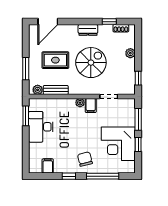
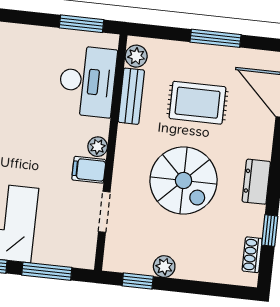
plant: (130, 53) -> (164, 267), moved
rug: (55, 60) -> (197, 103), turned 90
window: (26, 69) -> (216, 38), moved
desk: (41, 127) -> (87, 81), moved, turned 90

